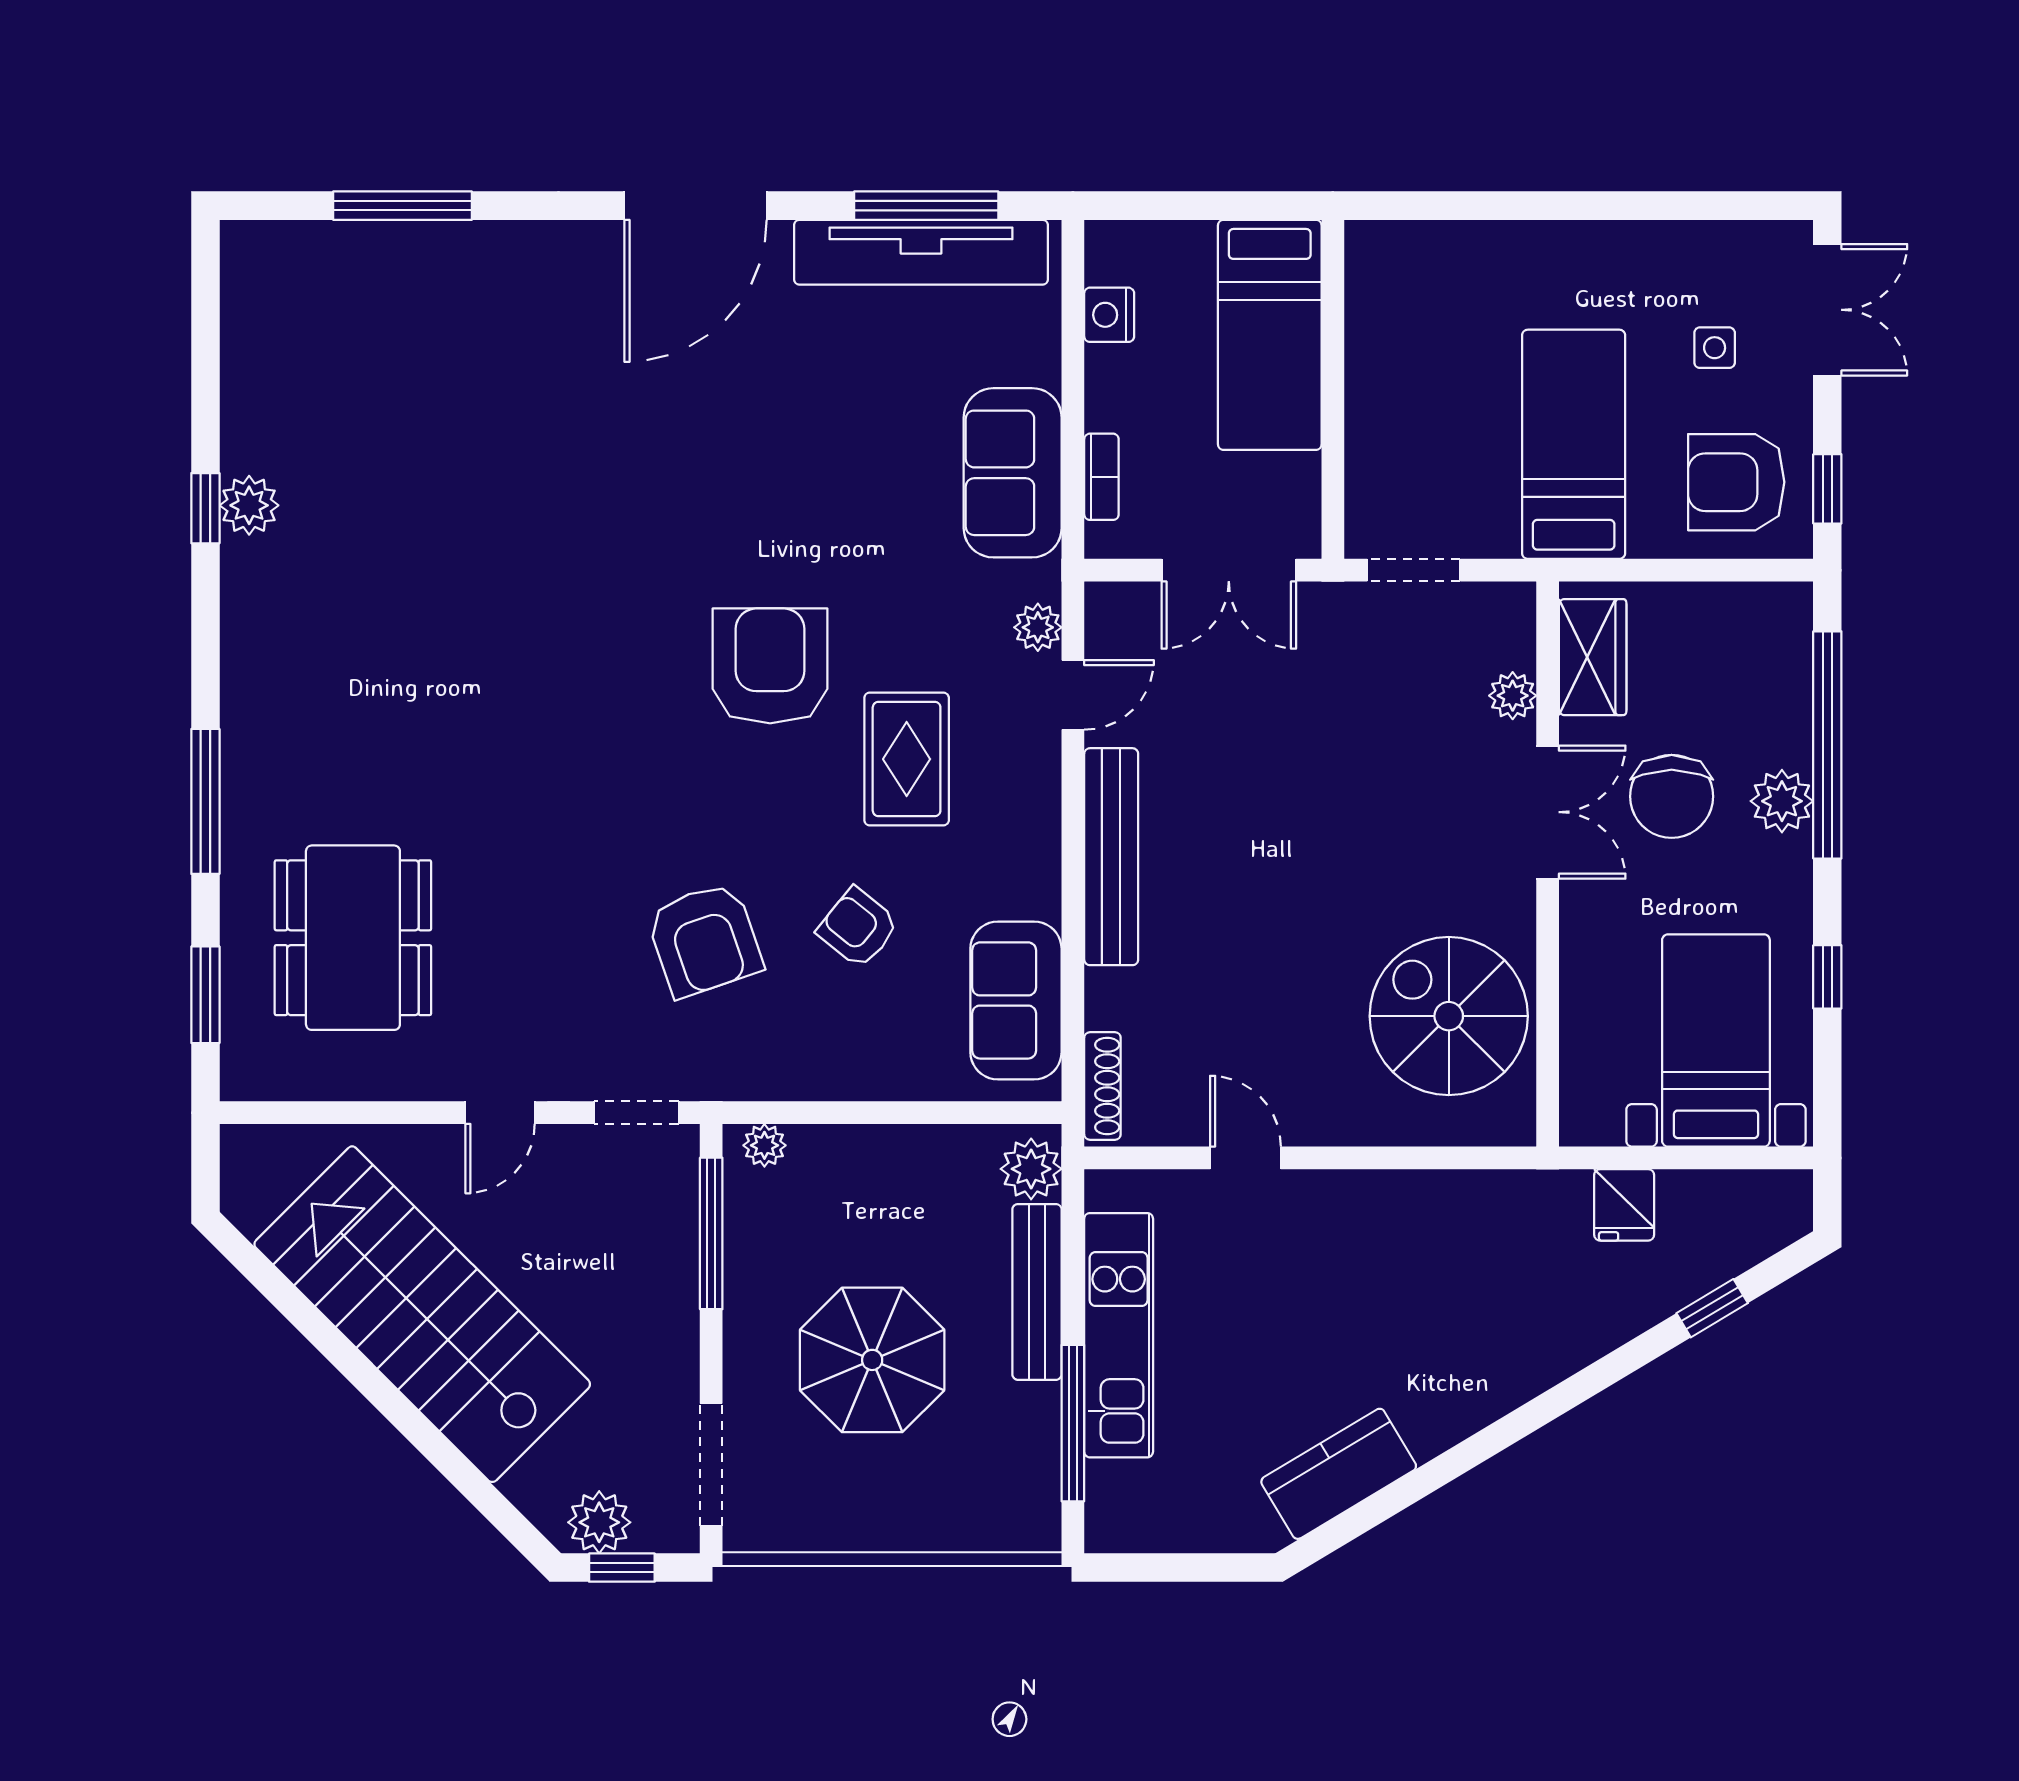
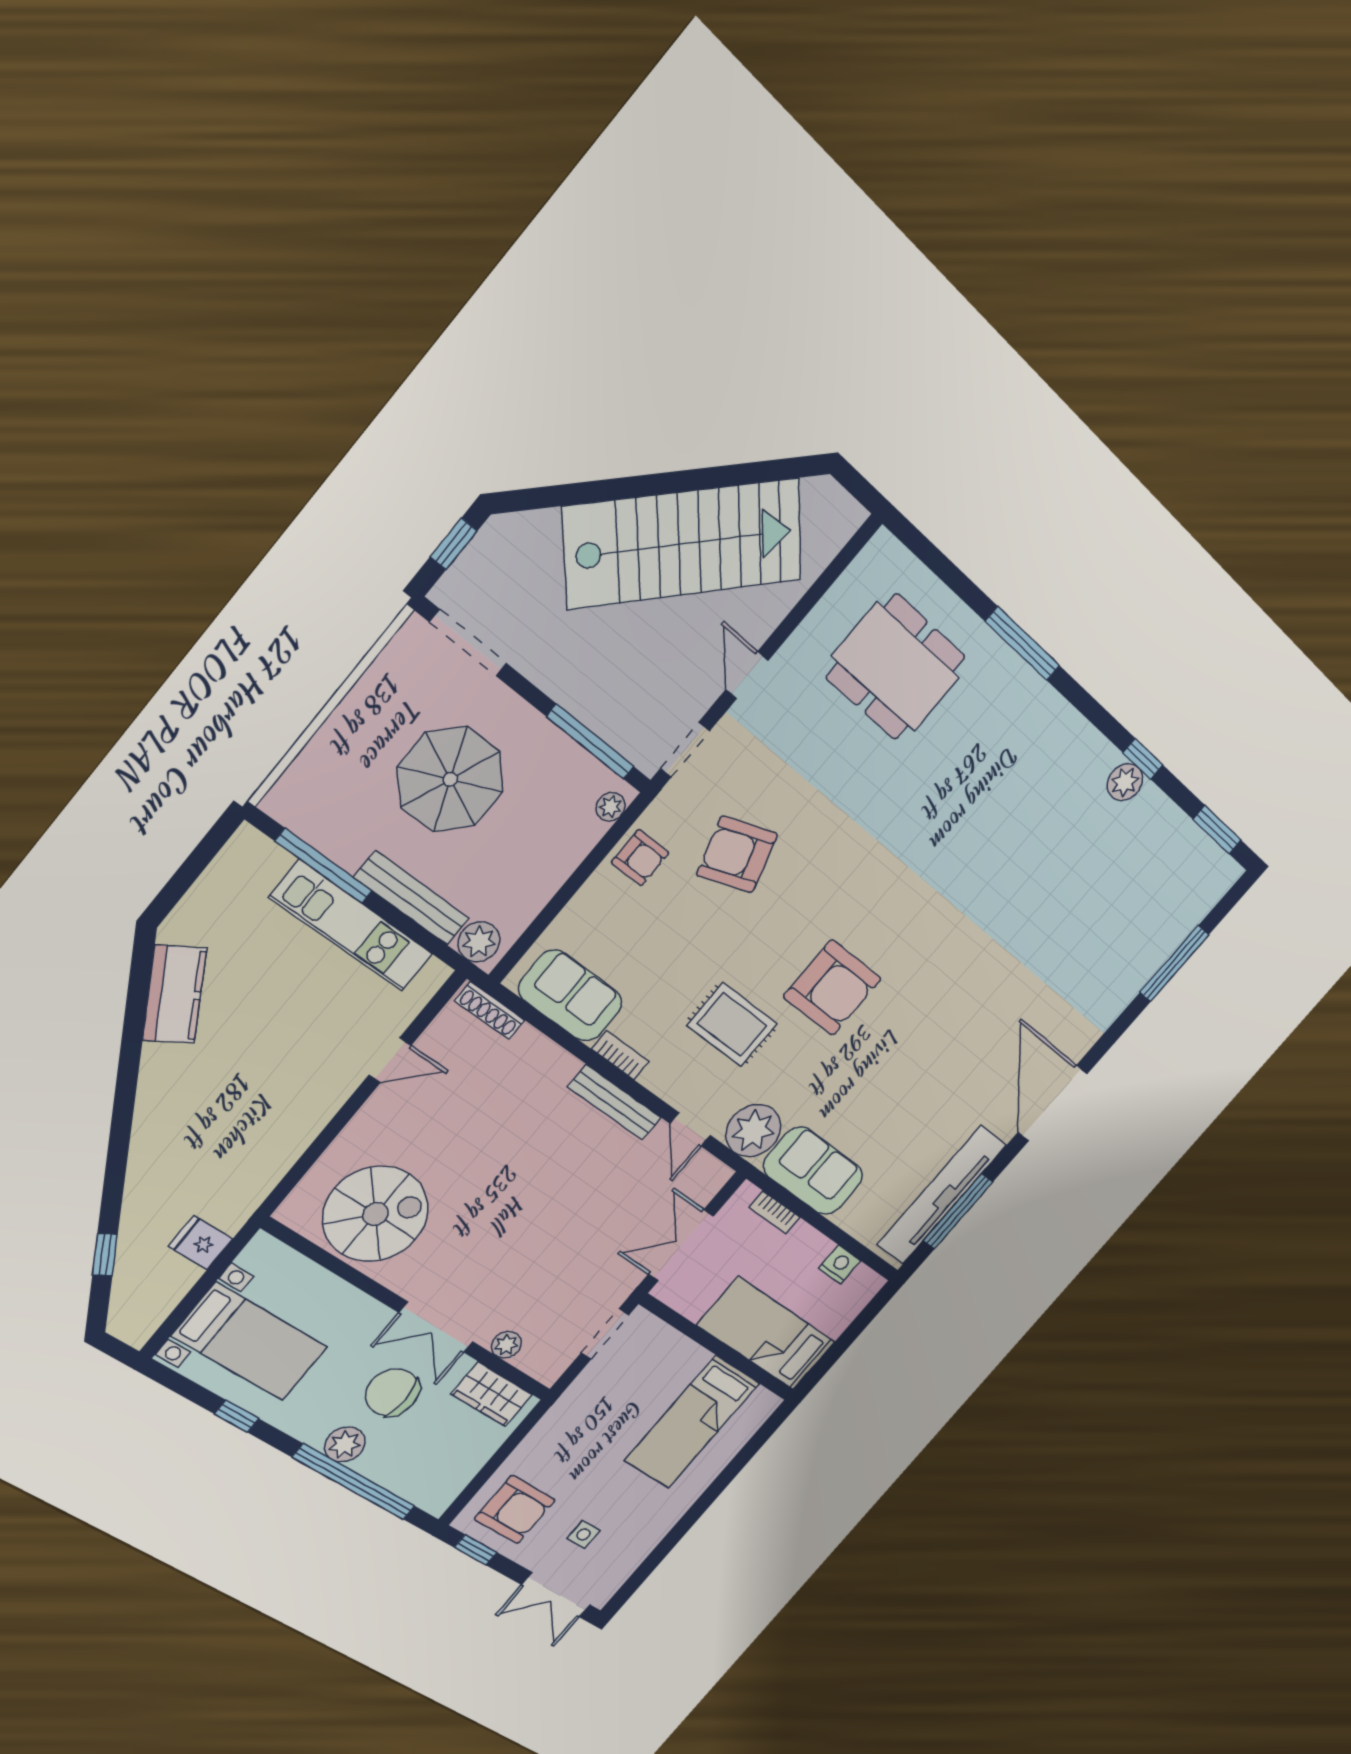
bed: (1574, 444) -> (692, 1422), moved, turned 90
armchair: (1736, 482) -> (515, 1510), turned 90
plant: (1038, 627) -> (753, 1131), width x1.88, depth x1.88
bench: (1111, 857) -> (615, 1102), width x0.73, depth x0.82
bookcase: (1044, 872) -> (620, 1055), added
armchair: (858, 928) -> (640, 858), moved, turned 51
window: (205, 995) -> (1217, 830), moved
plant: (599, 1522) -> (490, 552), removed

